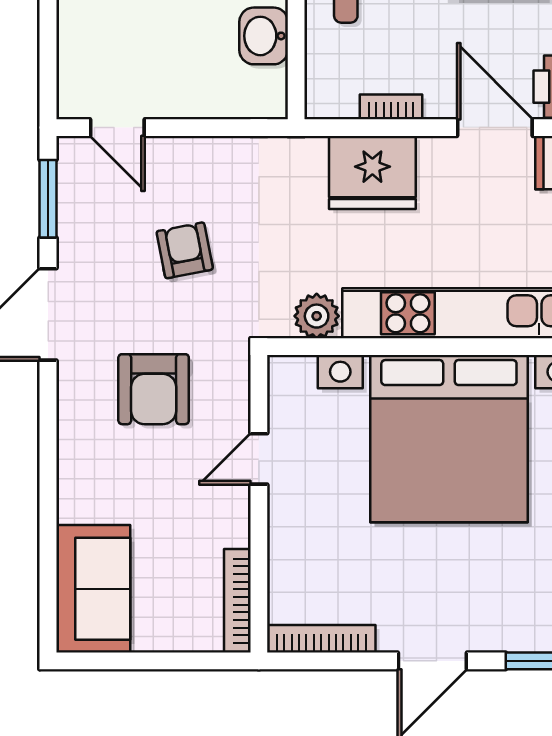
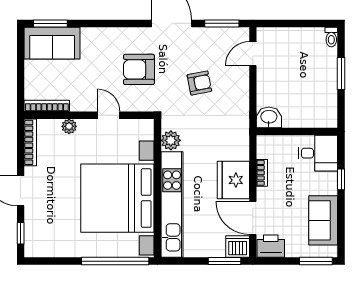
washbasin: (264, 36) -> (269, 117), moved
door: (495, 128) -> (253, 218), swing flipped
fridge: (372, 172) -> (233, 180), moved
plant: (284, 550) -> (69, 126), added
window: (48, 593) -> (50, 23), added

